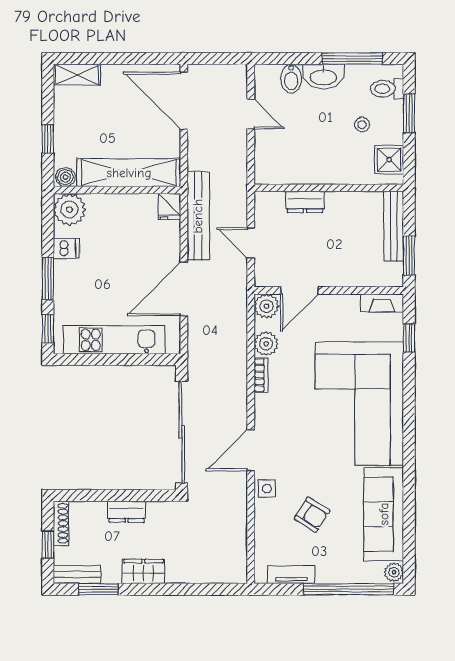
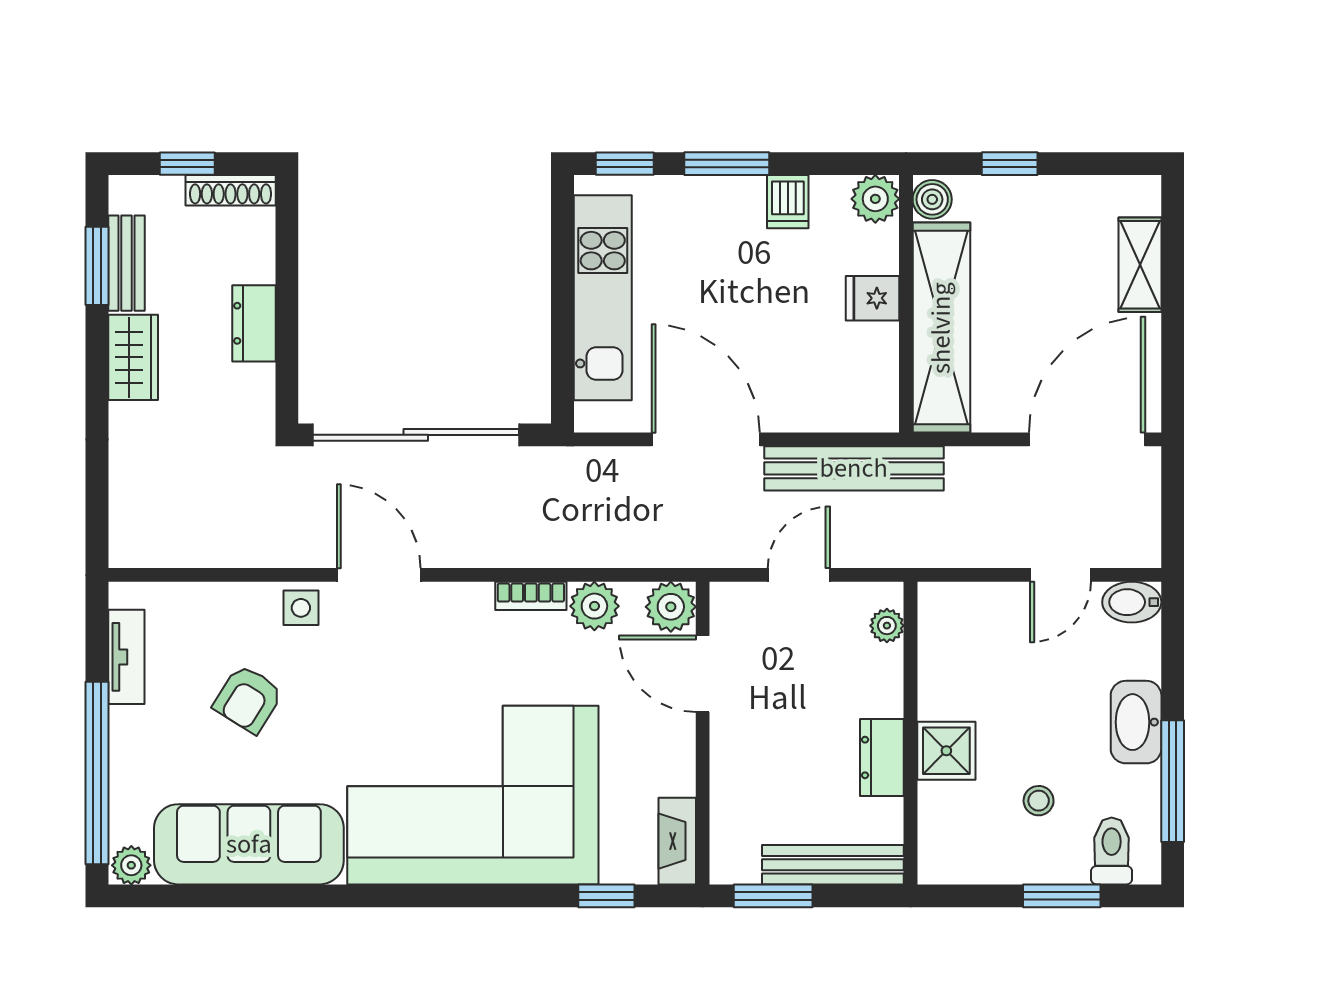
shelving: (77, 75) -> (1140, 265), moved
bidet: (291, 79) -> (1132, 602), moved
shower: (389, 160) -> (946, 751), moved
plant: (276, 200) -> (887, 626), added
dresser: (305, 202) -> (882, 757), moved
fridge: (169, 207) -> (873, 298), moved
plant: (70, 210) -> (875, 199), width x0.73, depth x0.73
bench: (77, 575) -> (126, 263), moved

